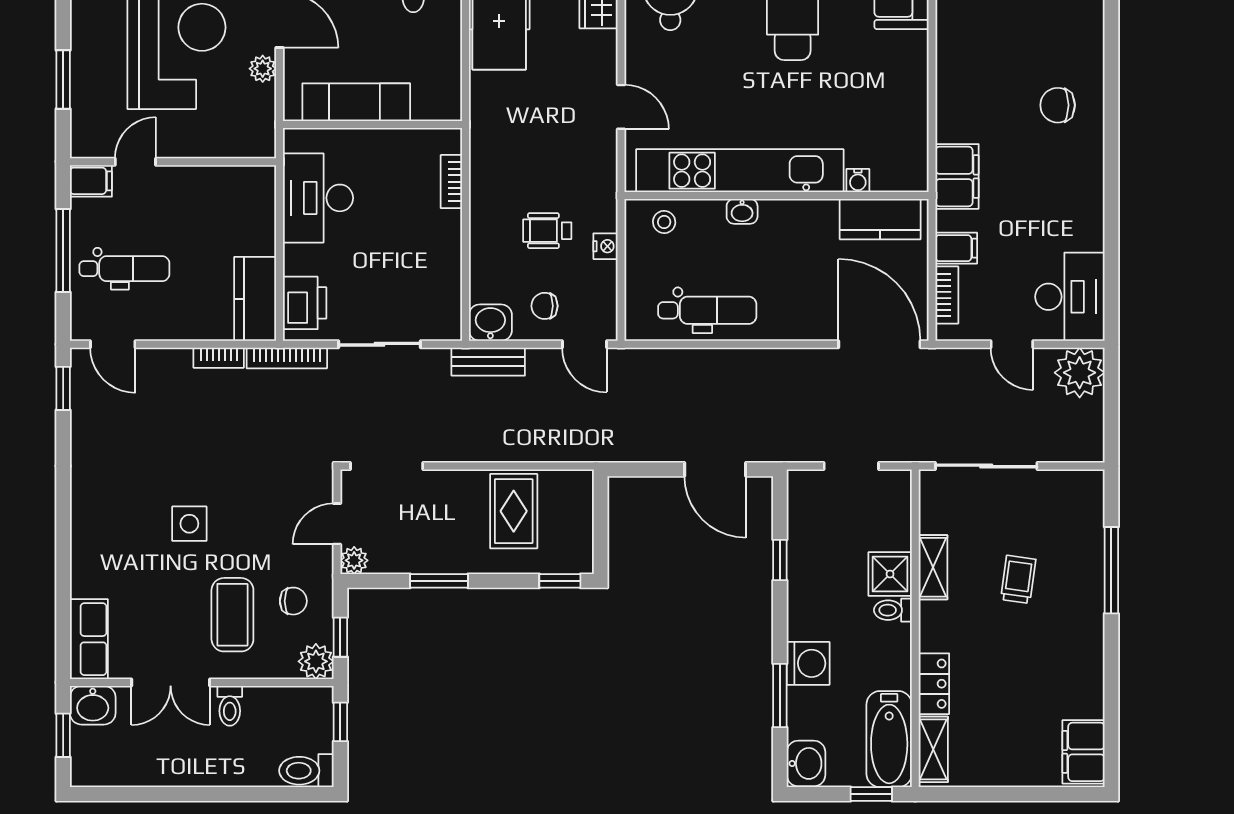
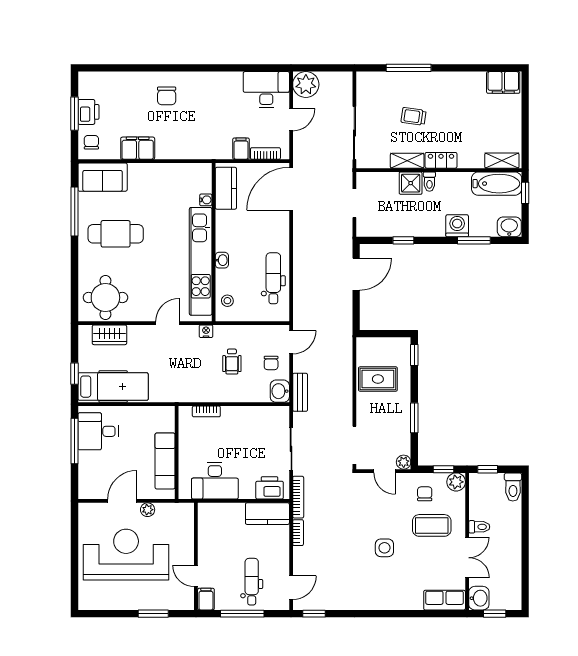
filing cabinet: (957, 176) -> (138, 148), moved
nightstand: (605, 246) -> (206, 331), moved
locker: (934, 684) -> (441, 160), moved

